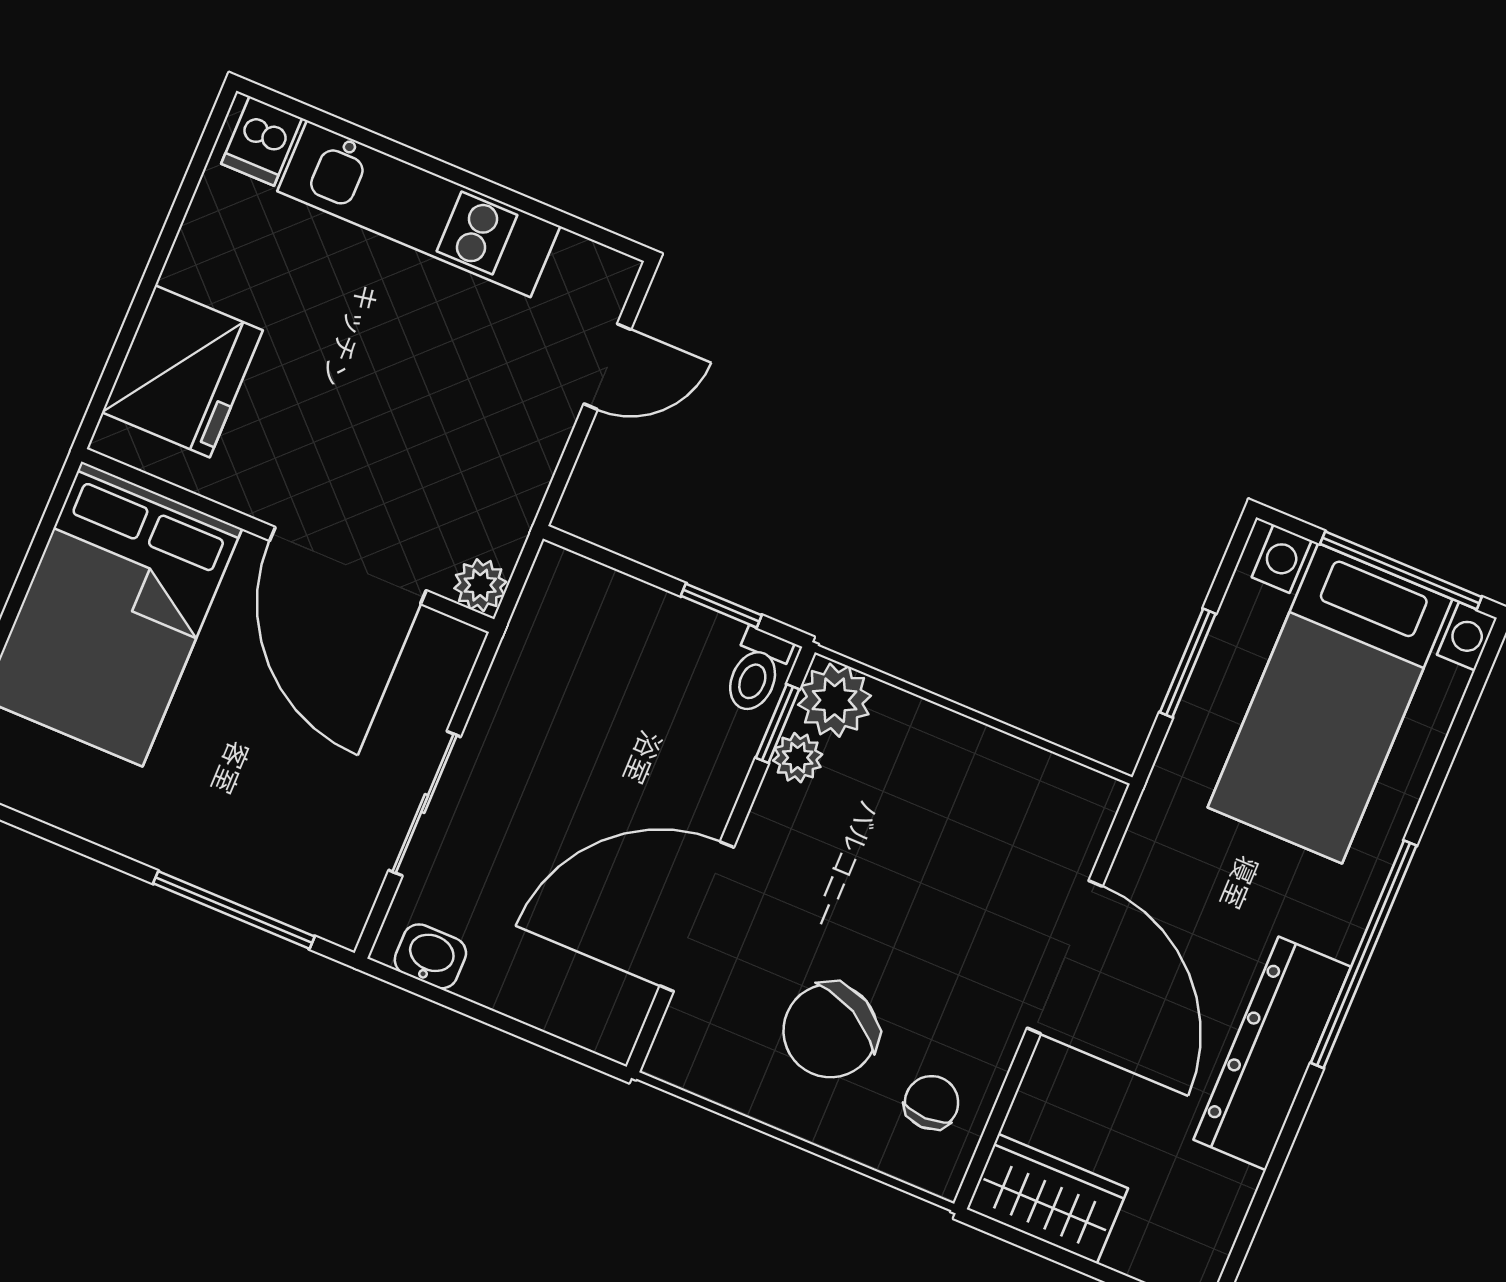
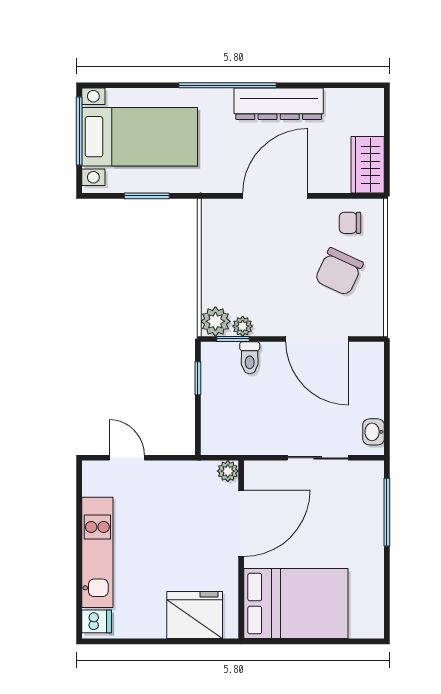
toilet: (757, 671) -> (250, 358), moved, turned 90
chair: (830, 1031) -> (339, 272), turned 87

